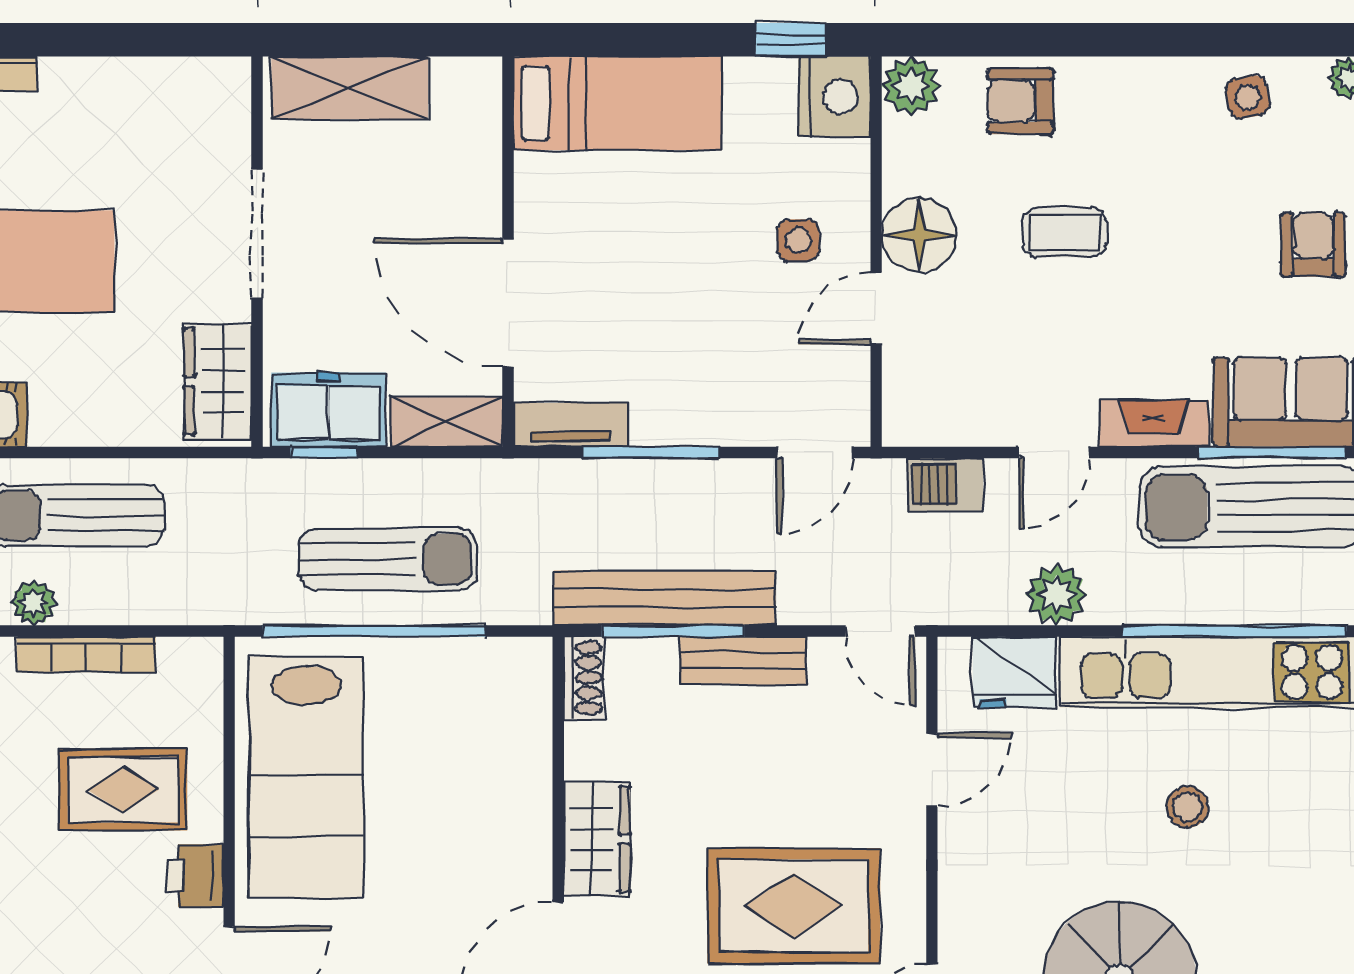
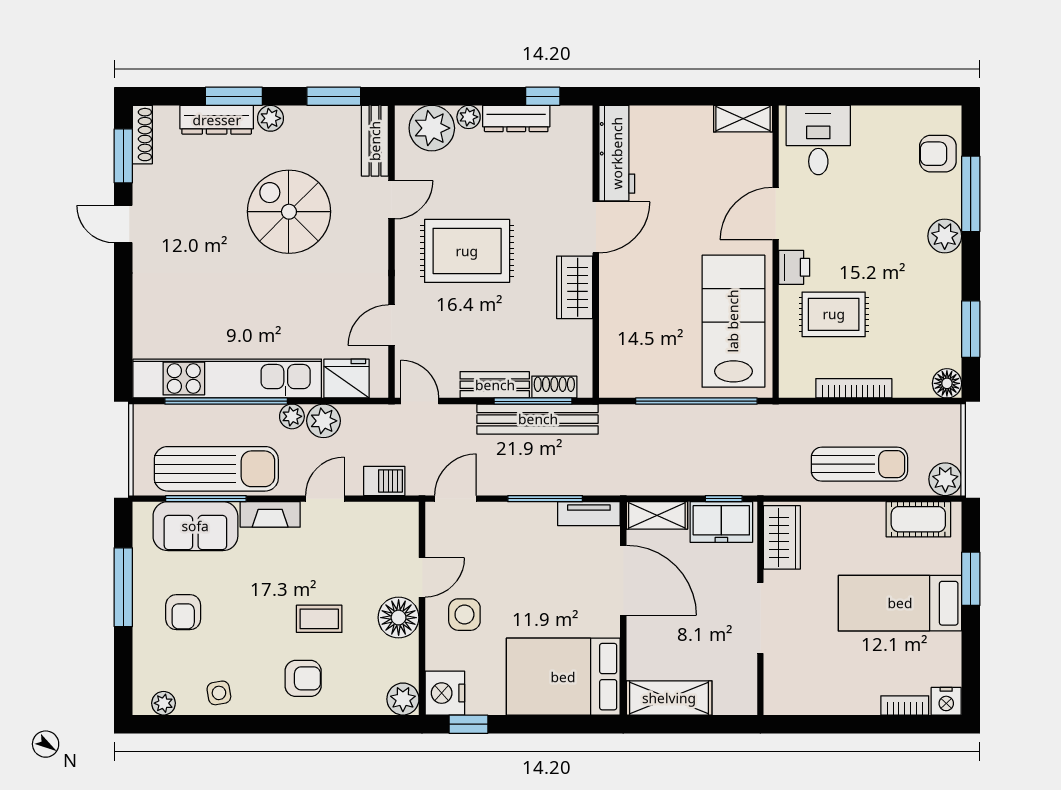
shelving: (350, 88) -> (669, 698), moved
armchair: (1020, 101) -> (303, 678), moved
bed: (618, 103) -> (563, 677), width x1.50
side table: (798, 240) -> (464, 615), width x1.37, depth x1.37
sun lounger: (388, 559) -> (689, 440), removed
plant: (34, 603) -> (292, 416), moved
shoe rack: (584, 678) -> (554, 387), moved, turned 90
stool: (1187, 807) -> (252, 305), removed

